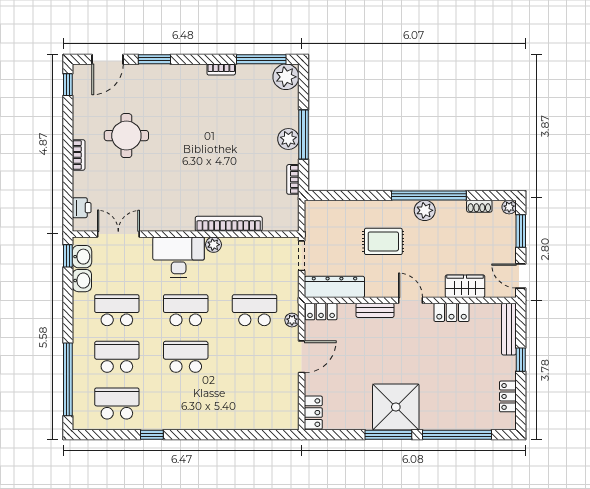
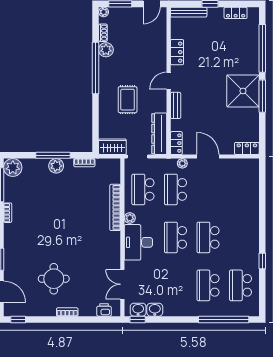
plant: (425, 210) -> (106, 50), moved
wardrobe: (465, 286) -> (112, 147), moved, turned 90
school desk: (117, 310) -> (143, 189), moved

